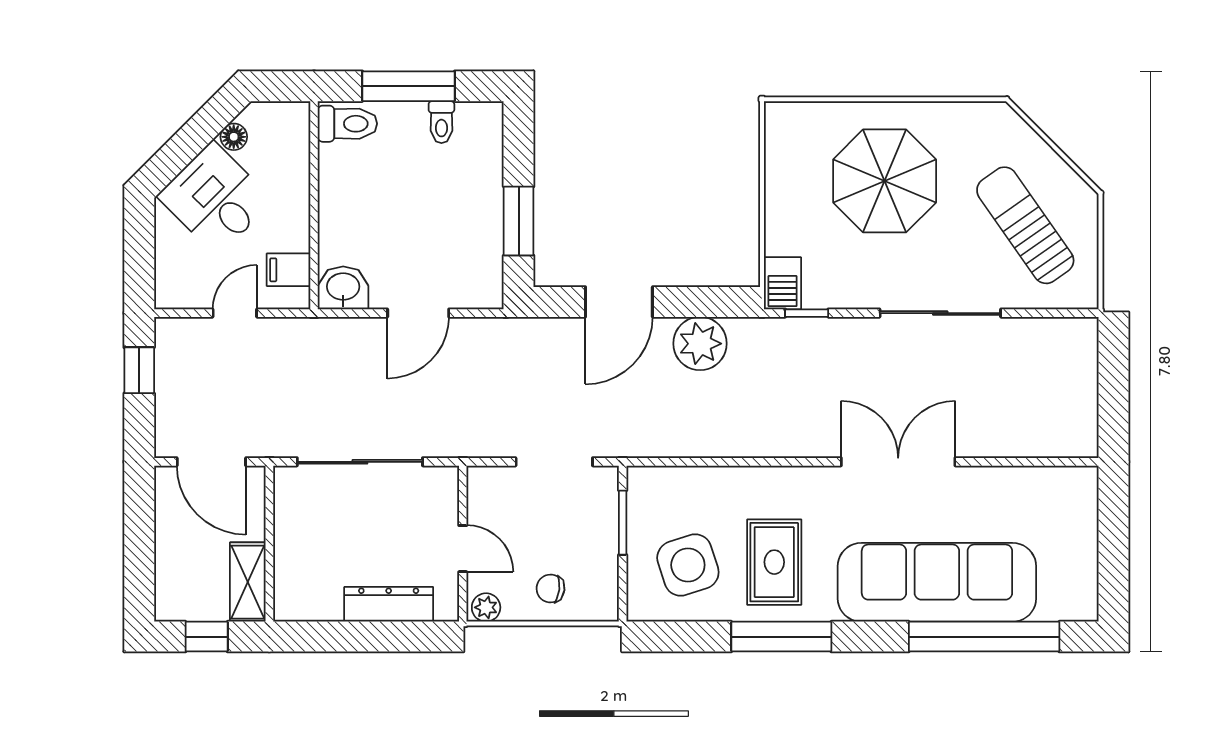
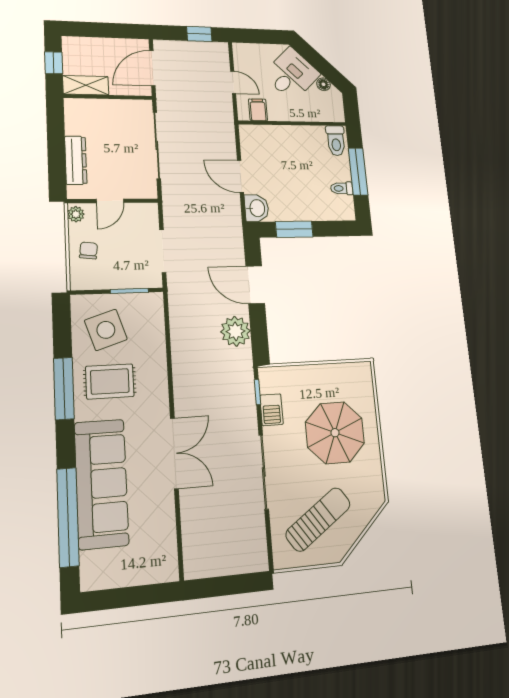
barbecue: (782, 283) -> (271, 410), moved, turned -90
washbasin: (343, 288) -> (257, 208), moved

